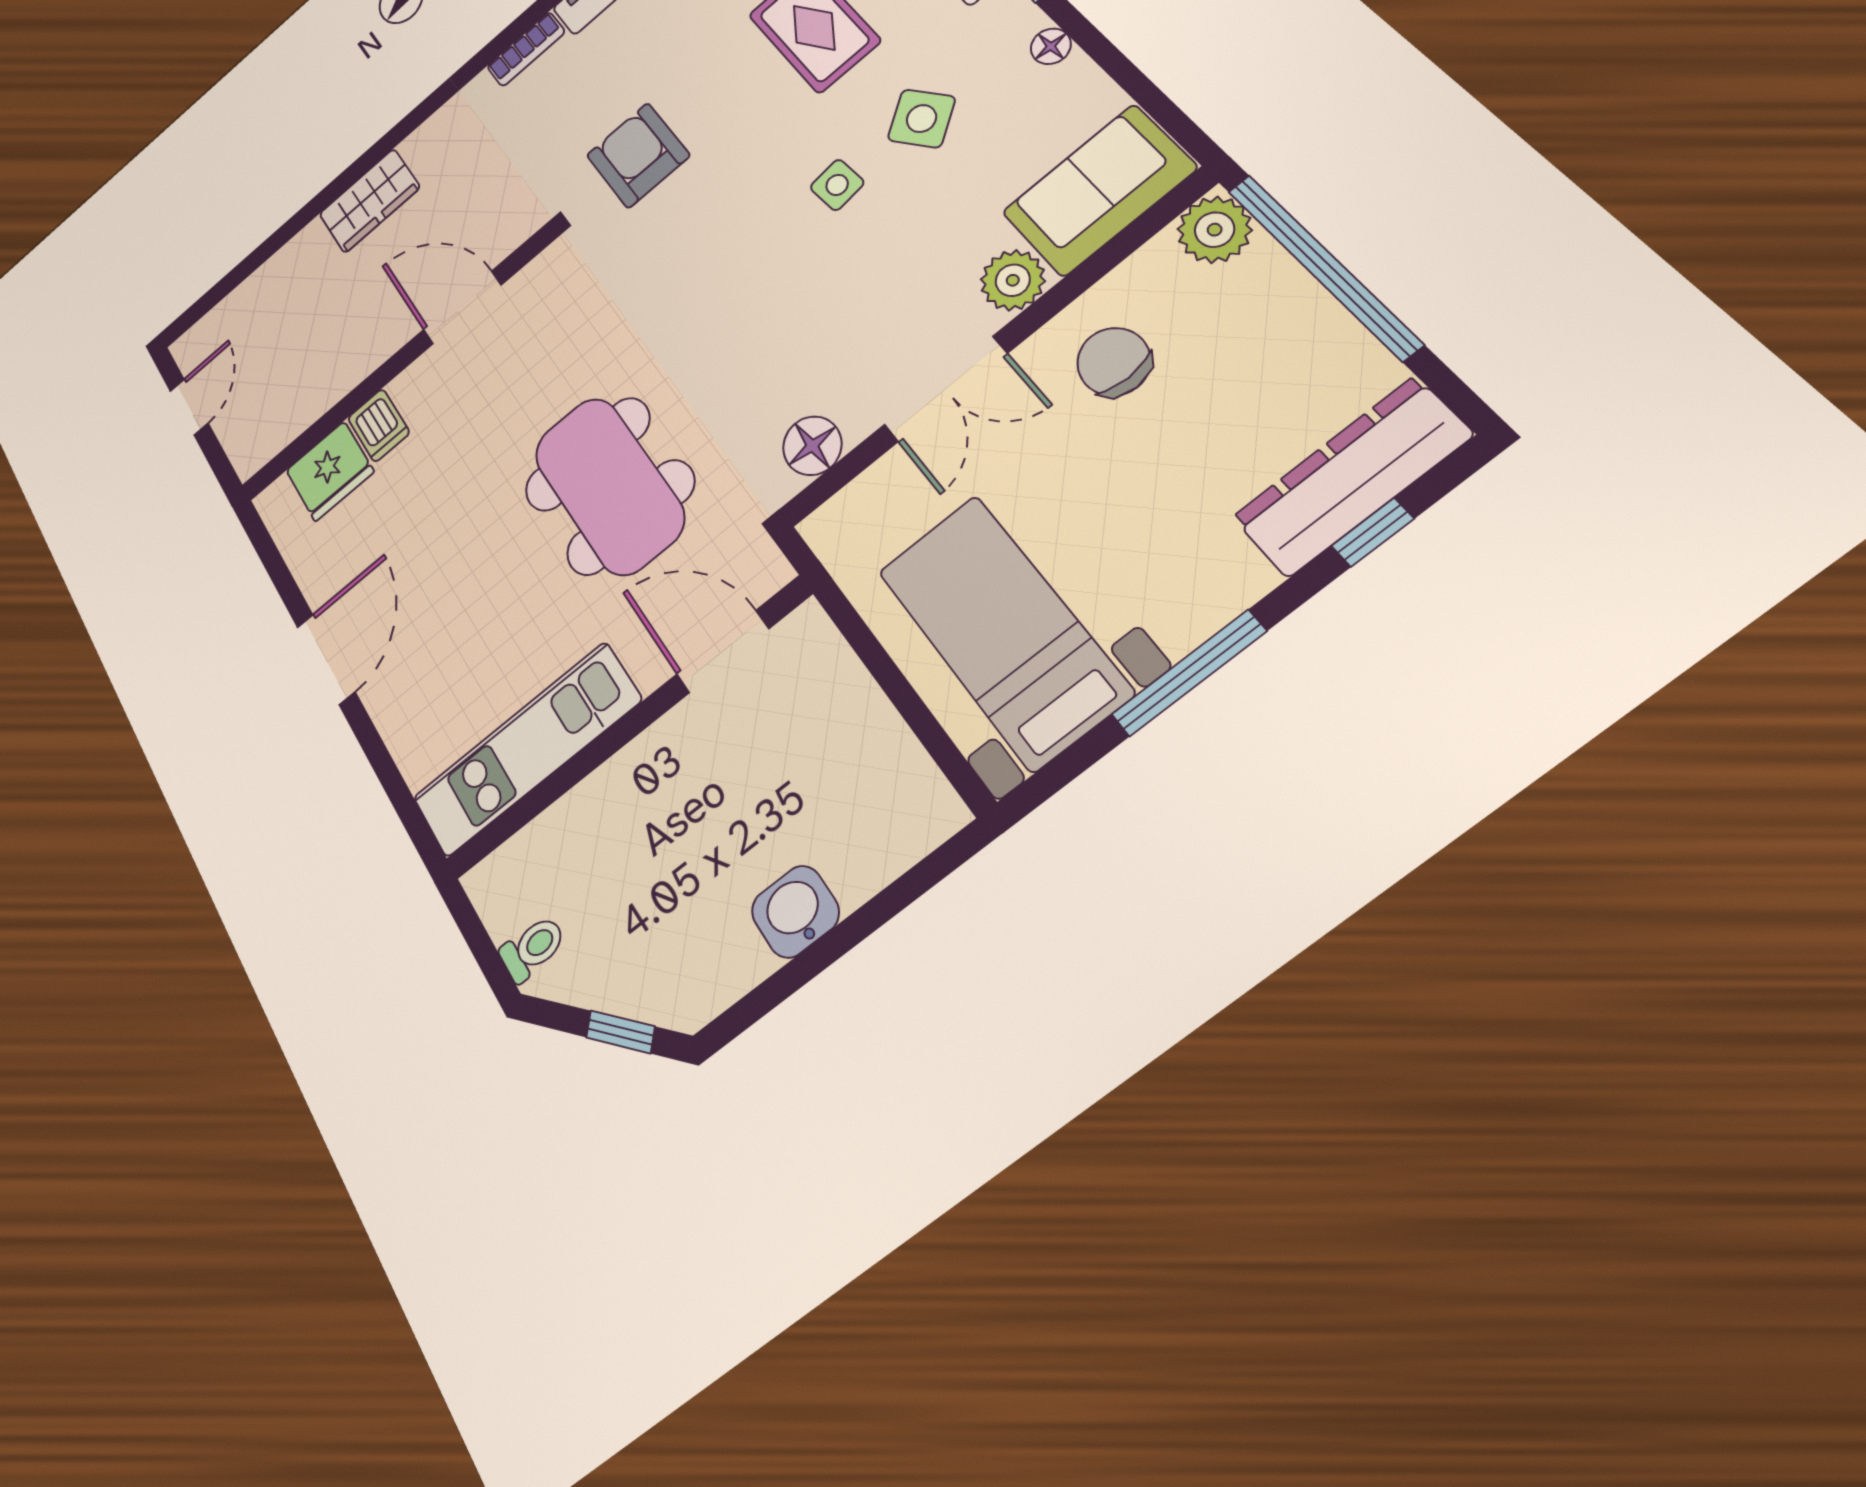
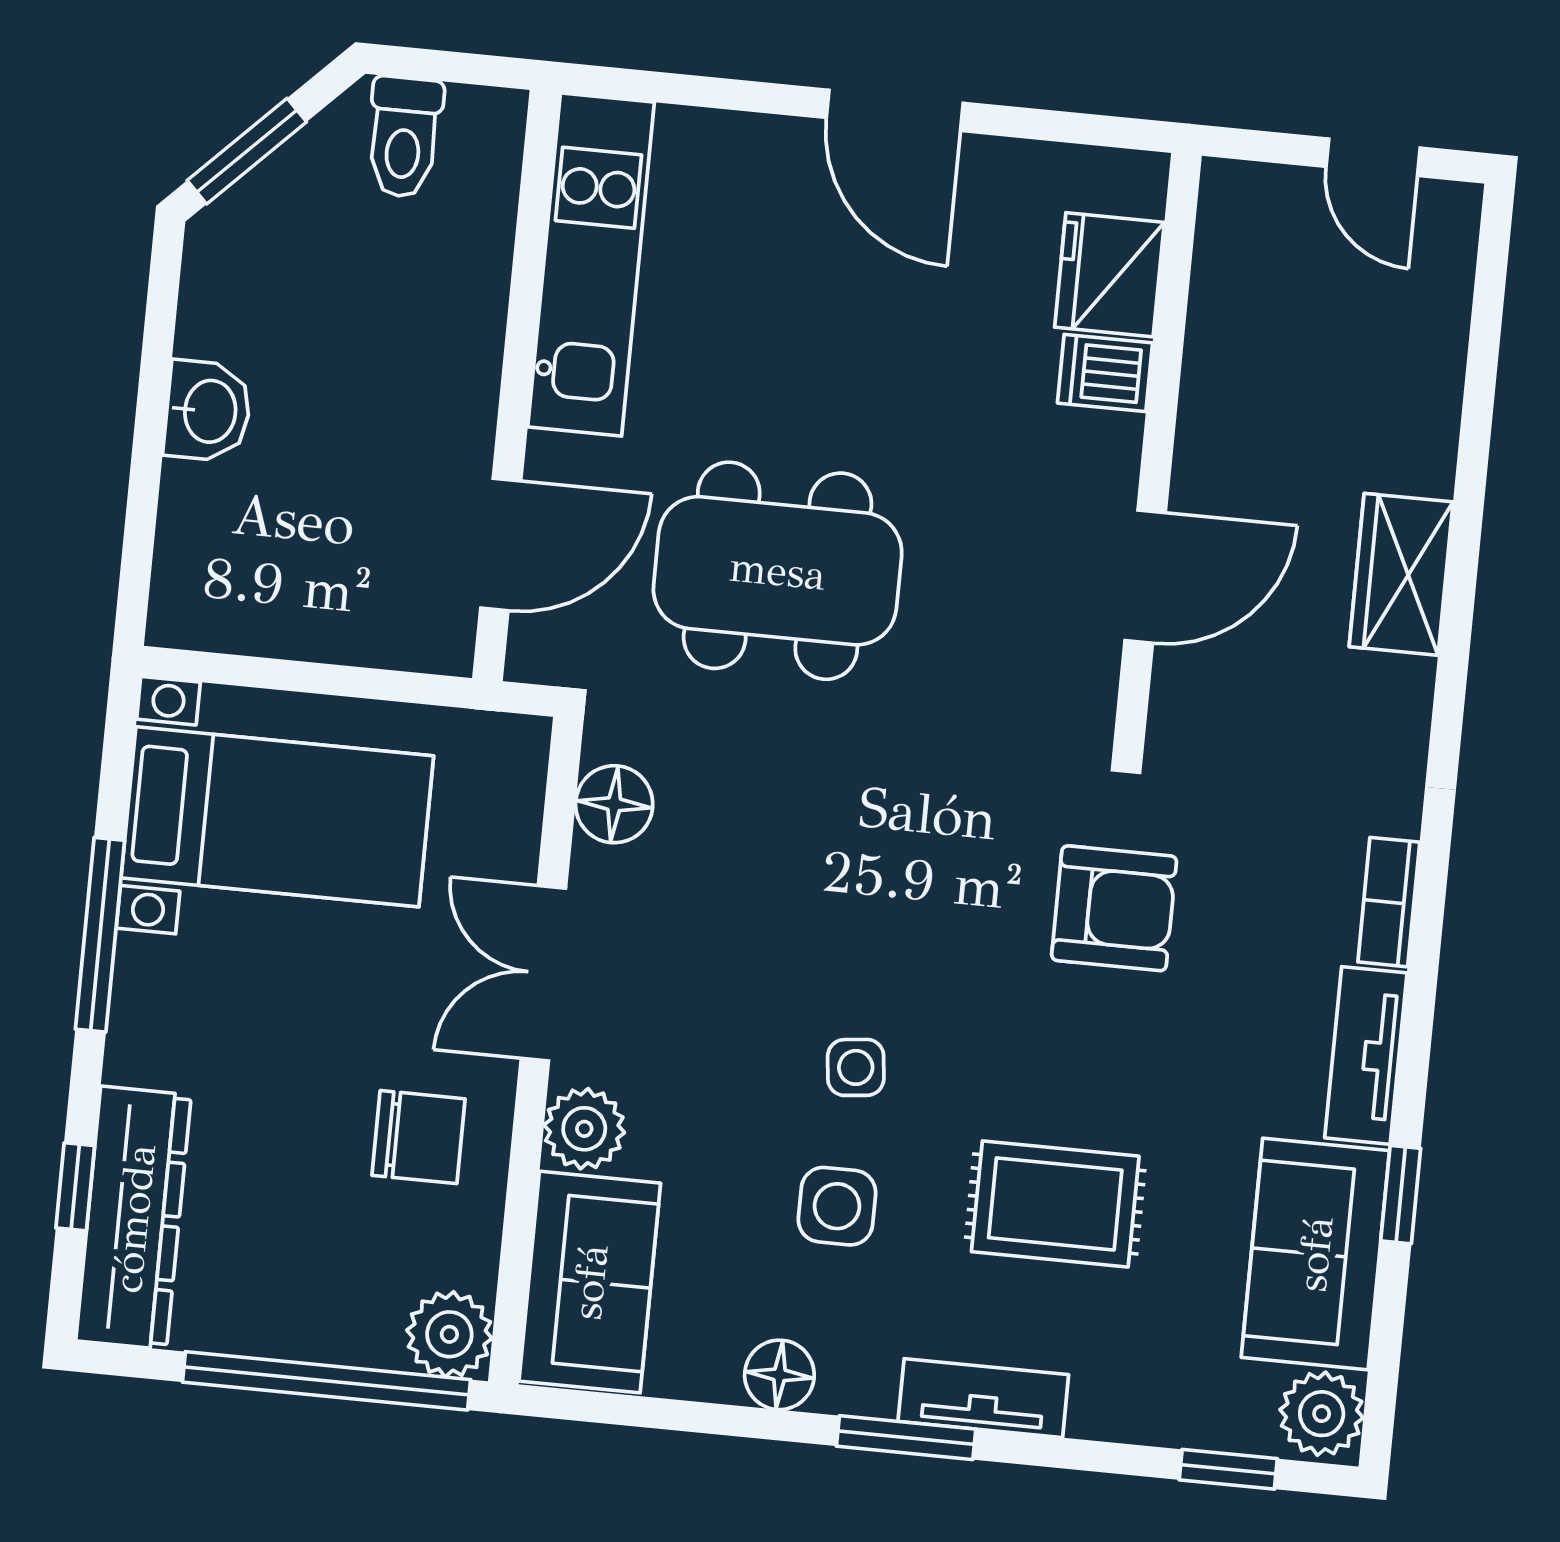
floor lamp: (1051, 46) -> (779, 1375), width x1.37, depth x1.37
side table: (921, 119) -> (837, 1206), turned 36
toilet: (532, 948) -> (404, 137), width x1.37, depth x1.39
window: (620, 1032) -> (247, 151), width x1.50

